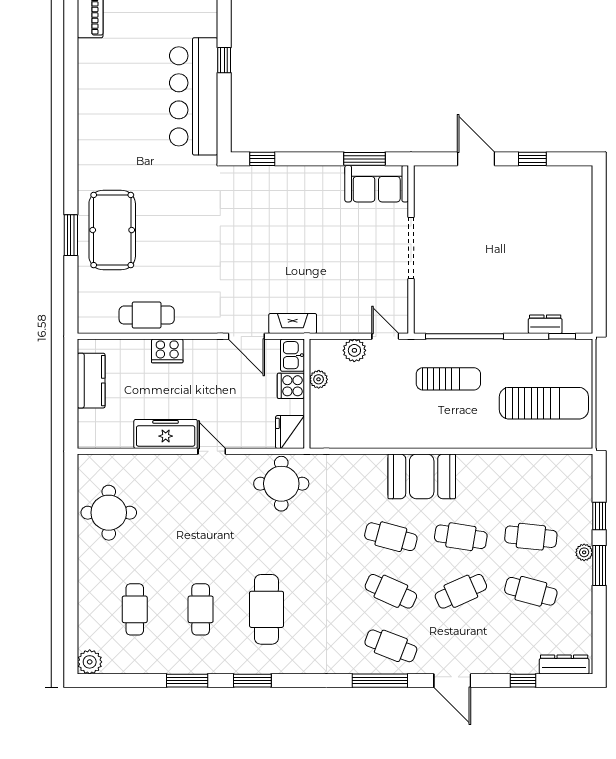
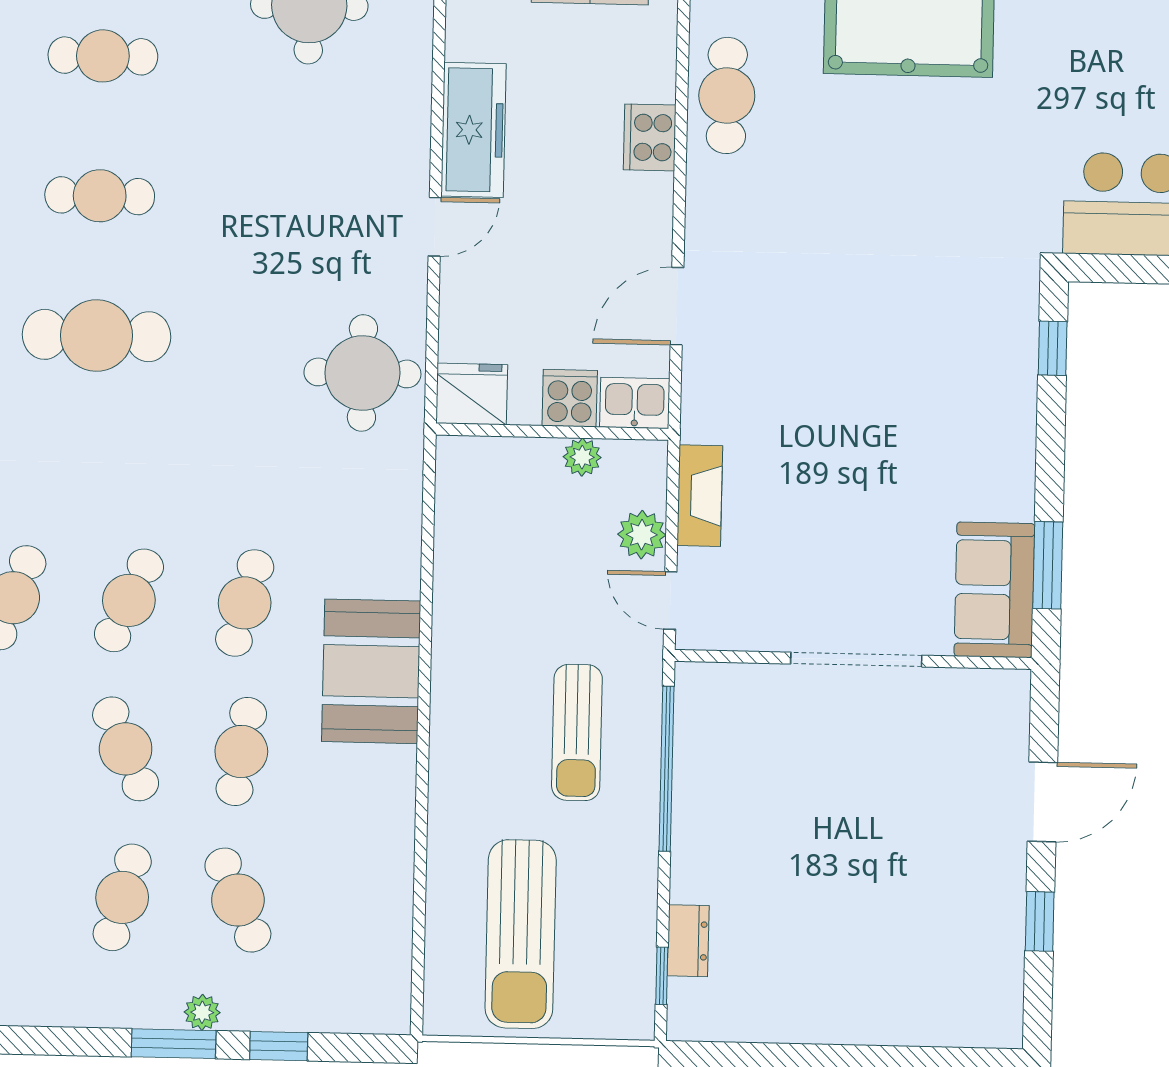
fireplace: (293, 323) -> (700, 496), moved
door: (385, 336) -> (670, 601), swing flipped
cafe table: (531, 537) -> (238, 900), turned -30

